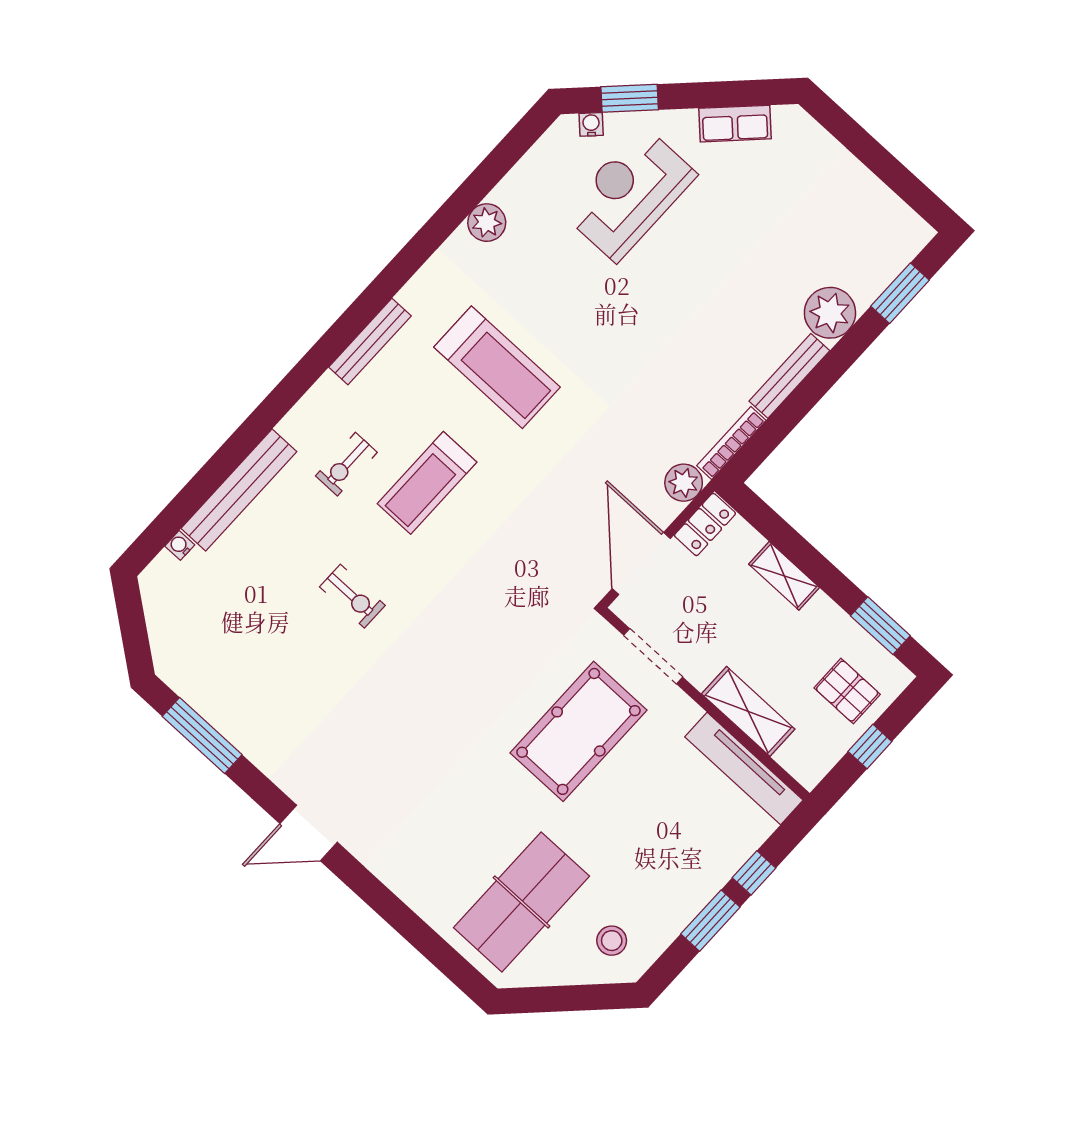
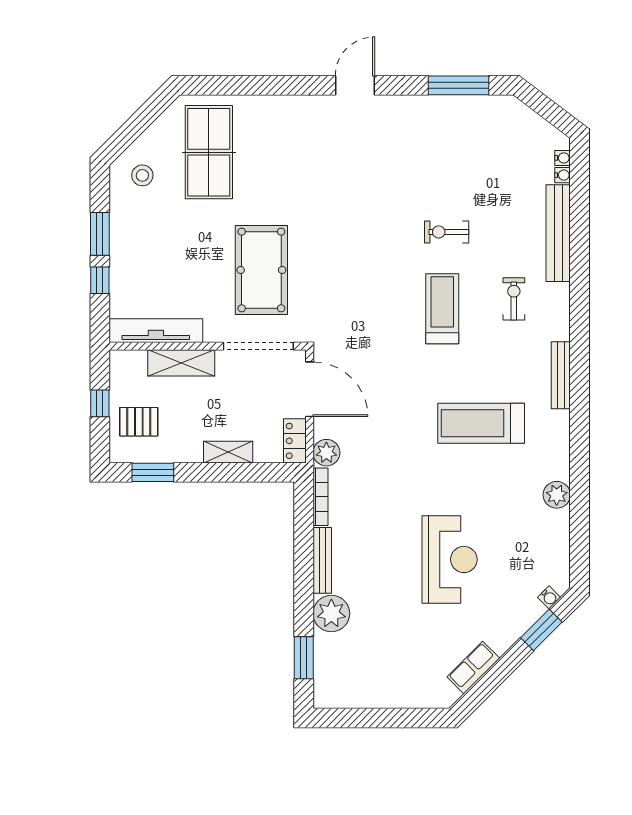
reception desk: (629, 194) -> (450, 559), moved
treadmill: (427, 483) -> (442, 309), moved
water cooler: (164, 563) -> (563, 158), added
doorway: (653, 656) -> (258, 346), width x1.36

